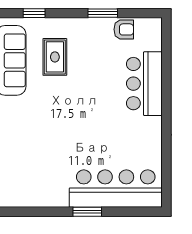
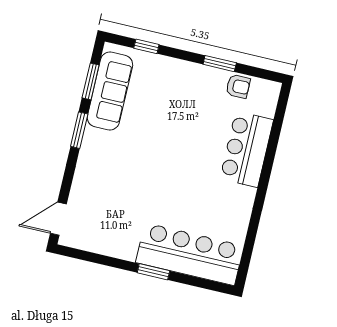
rug: (55, 57) -> (158, 98), removed

